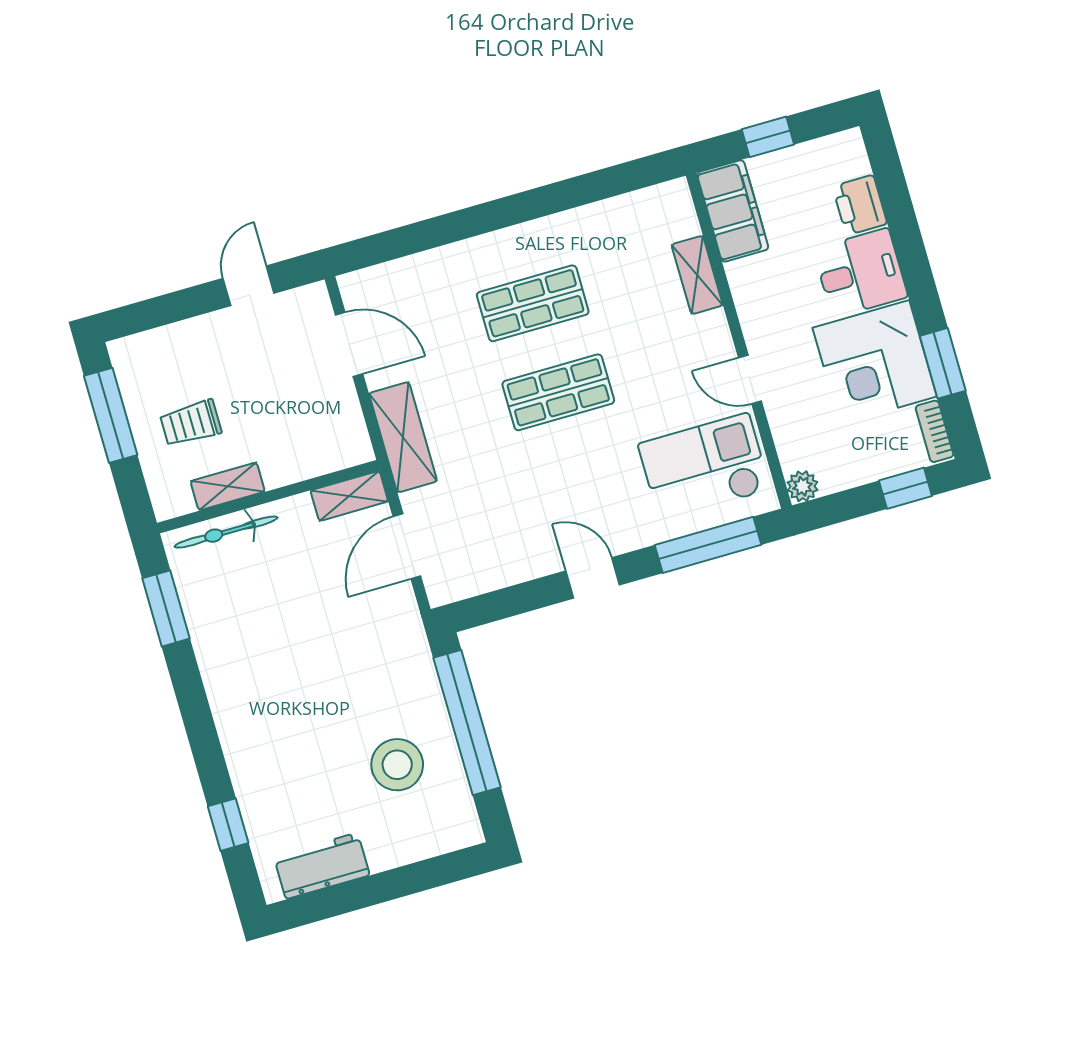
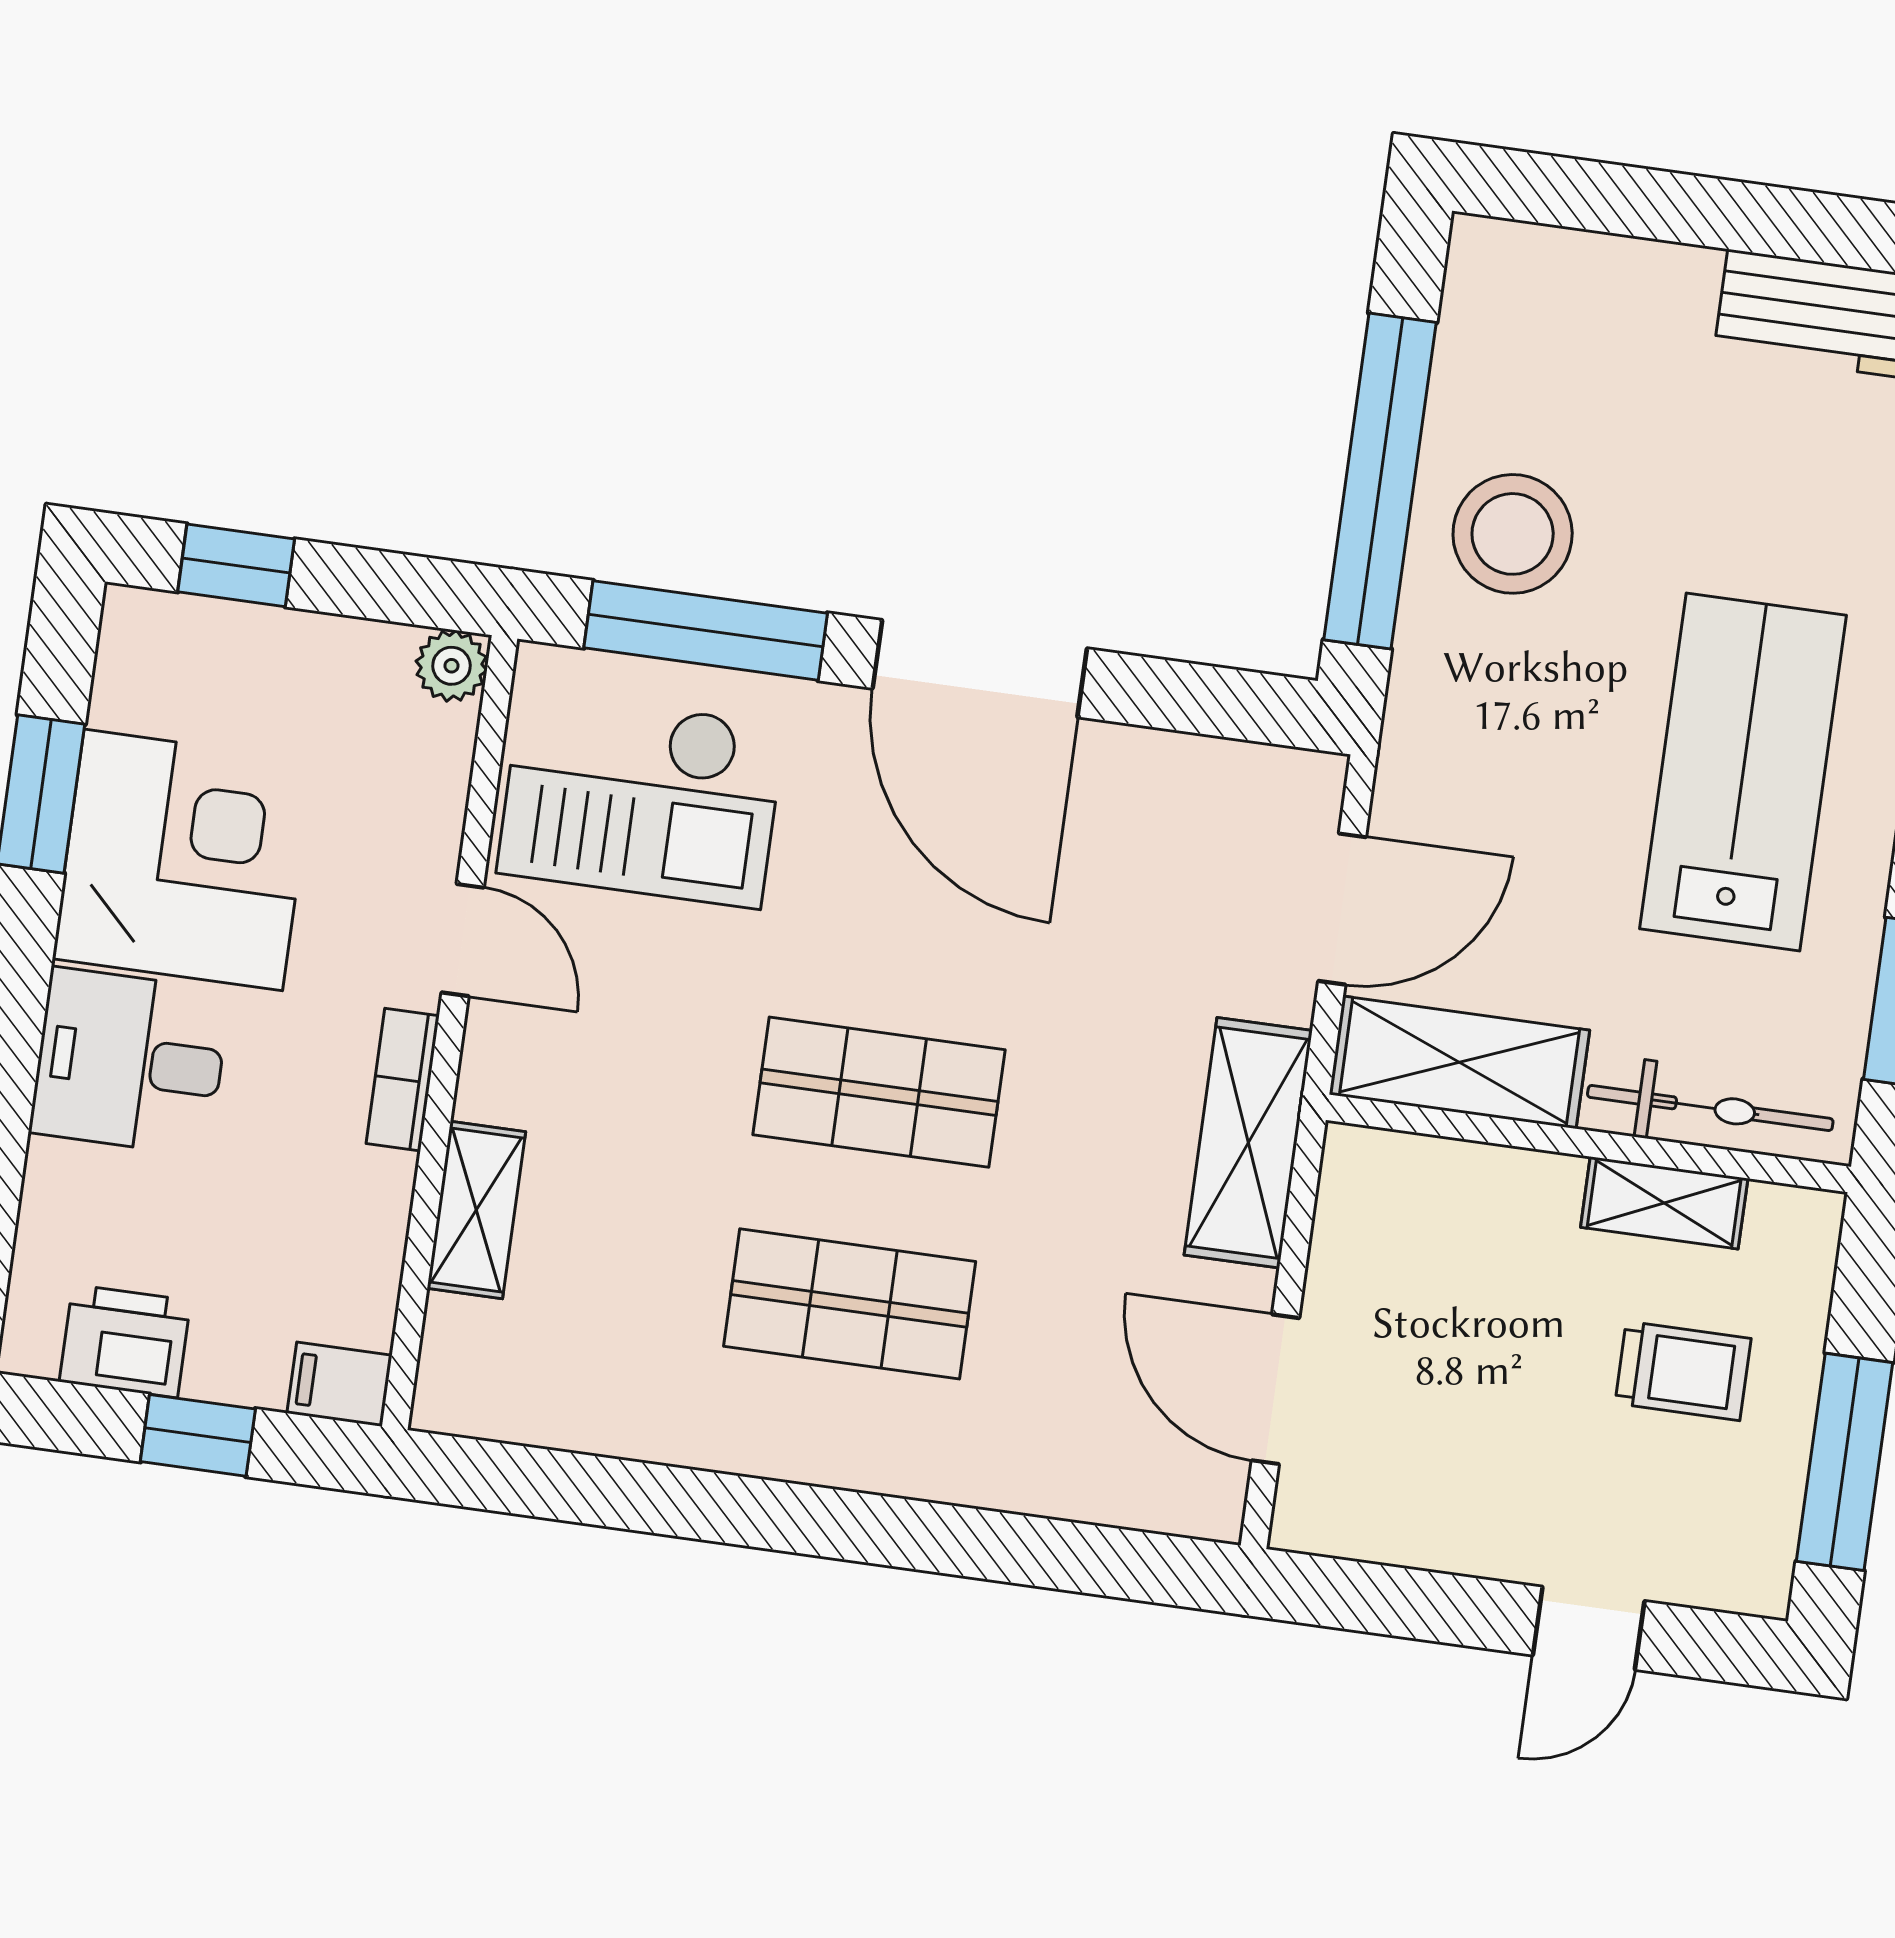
printer: (860, 205) -> (125, 1341), moved, turned -90
filing cabinet: (733, 211) -> (340, 1384), width x0.33, depth x0.86
door: (249, 286) -> (1589, 1628), moved
bookcase: (935, 431) -> (403, 1080), moved, turned 180
shelving: (349, 496) -> (1459, 1062), width x1.50, depth x1.33
door: (593, 578) -> (980, 669), width x1.88
lab bench: (272, 671) -> (1743, 772), added
stool: (397, 765) -> (1513, 534), moved

